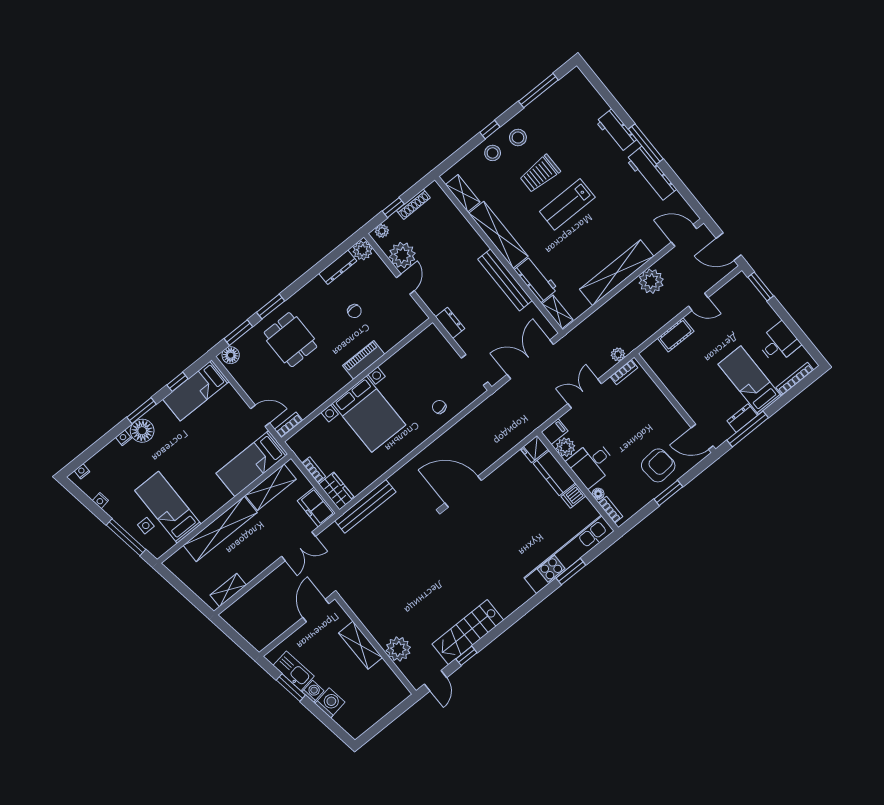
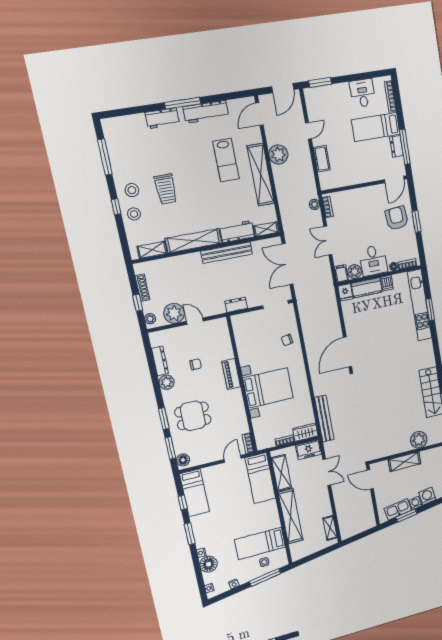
lab bench: (567, 204) -> (226, 160), moved
plant: (362, 250) -> (167, 382), moved
floor lamp: (142, 431) -> (209, 564), moved

